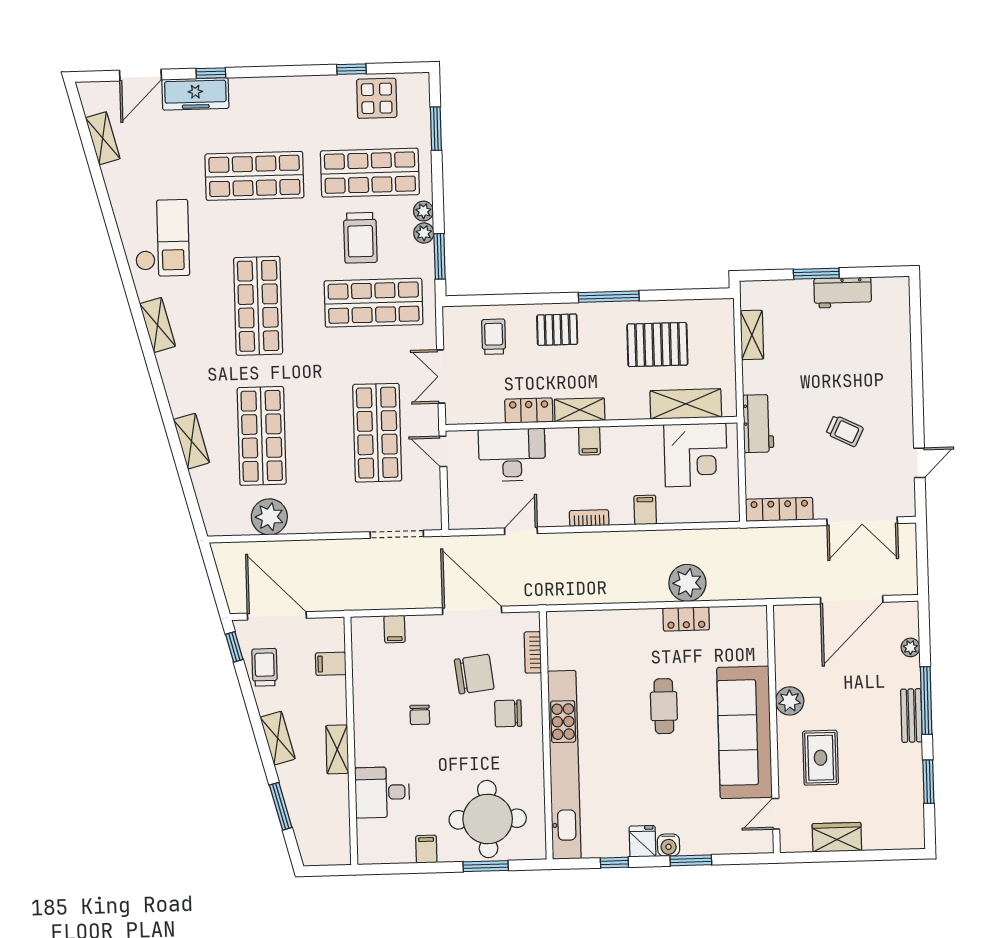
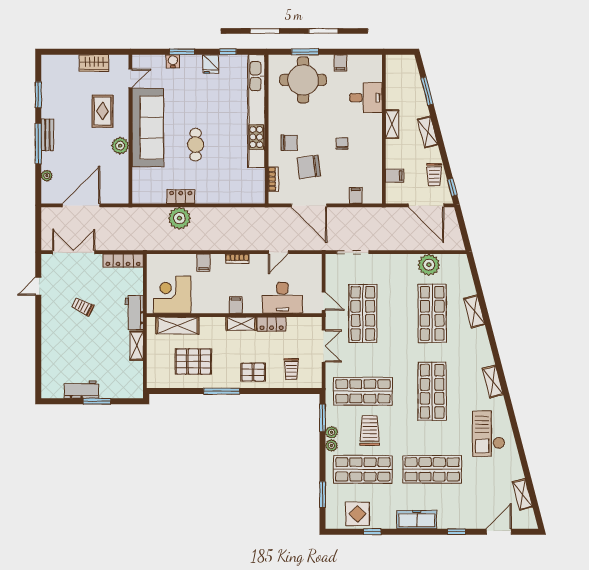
freezer: (195, 94) -> (417, 520), moved
shelving: (752, 335) -> (137, 346), moved
water cooler: (669, 845) -> (173, 61), moved

